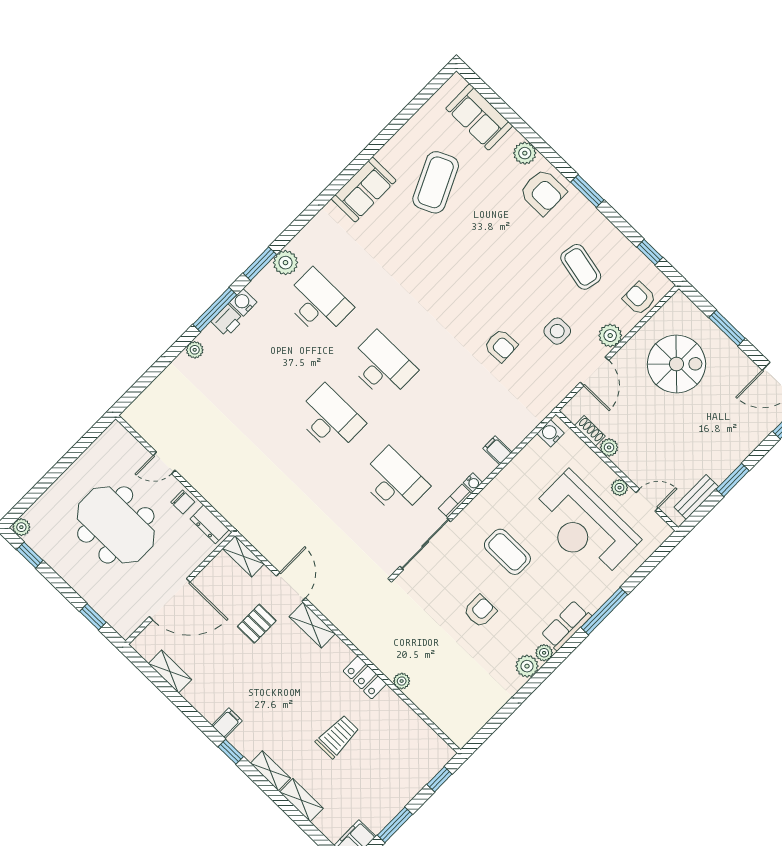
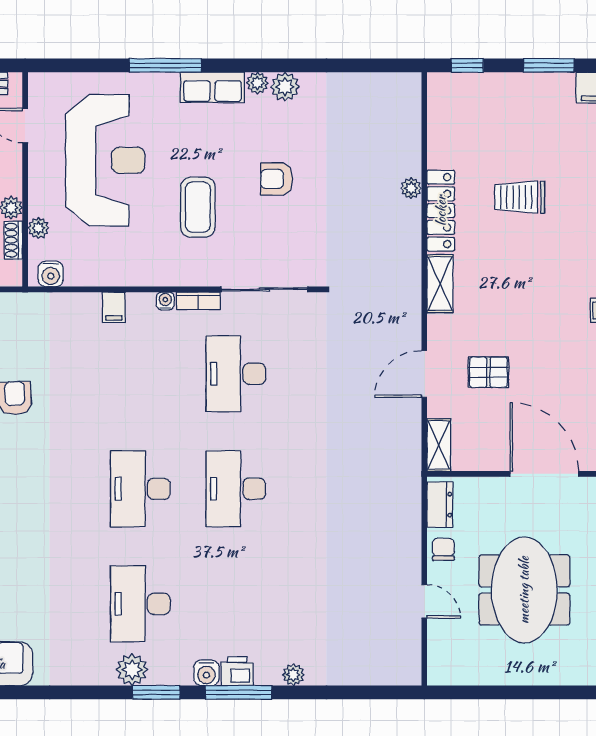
plant: (619, 488) -> (38, 228), moved
shelving: (312, 625) -> (440, 284), moved
locker: (365, 677) -> (441, 211), width x1.53

